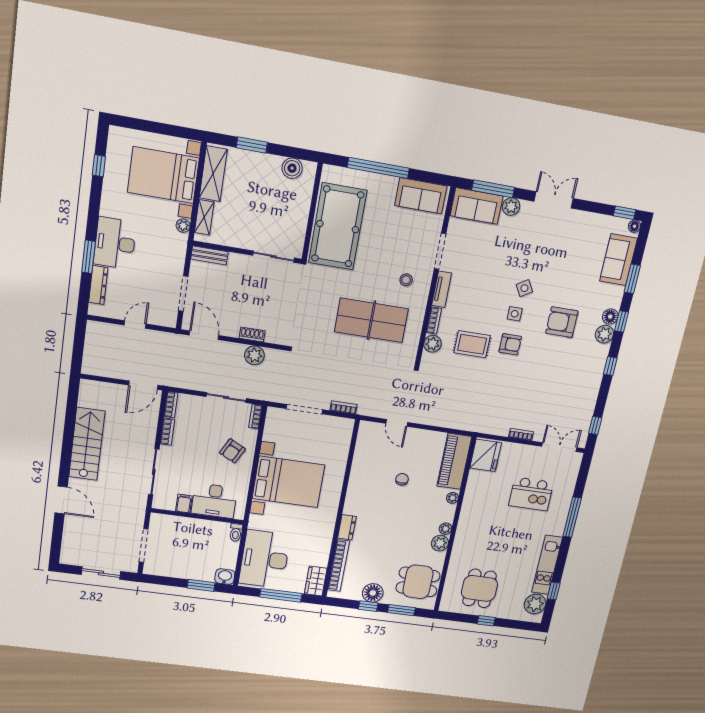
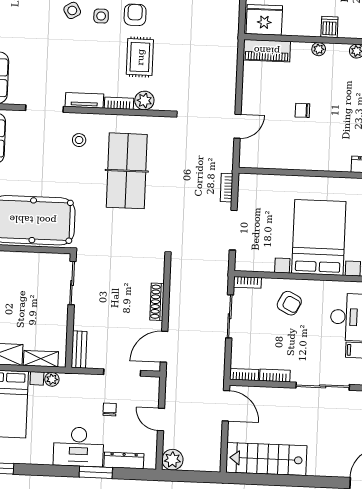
chair: (149, 277) -> (110, 409), added
shoe rack: (252, 334) -> (157, 302), width x1.43
plant: (254, 355) -> (172, 460), moved
stairs: (87, 444) -> (266, 459), moved
piano: (454, 461) -> (267, 51), width x0.73, depth x0.75
dishwasher: (470, 509) -> (329, 27), added

